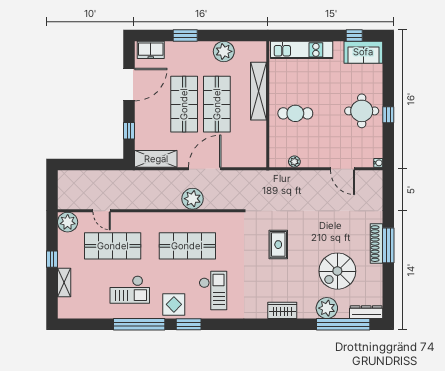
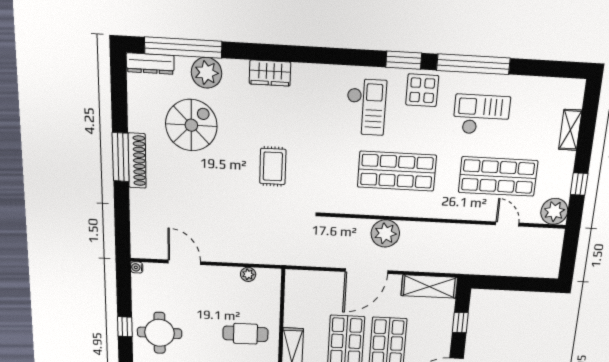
window: (52, 259) -> (579, 184), moved
checkout: (213, 291) -> (366, 107), turned 180

